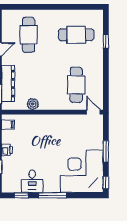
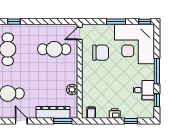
chair: (72, 135) -> (101, 53), added

